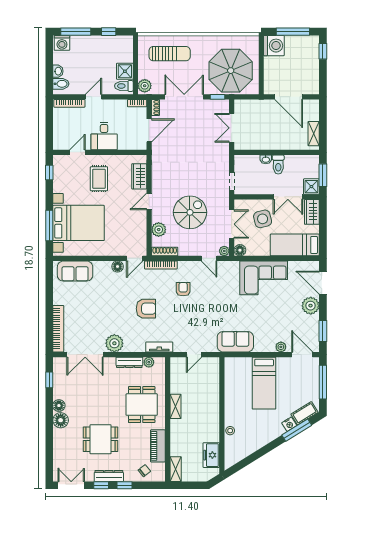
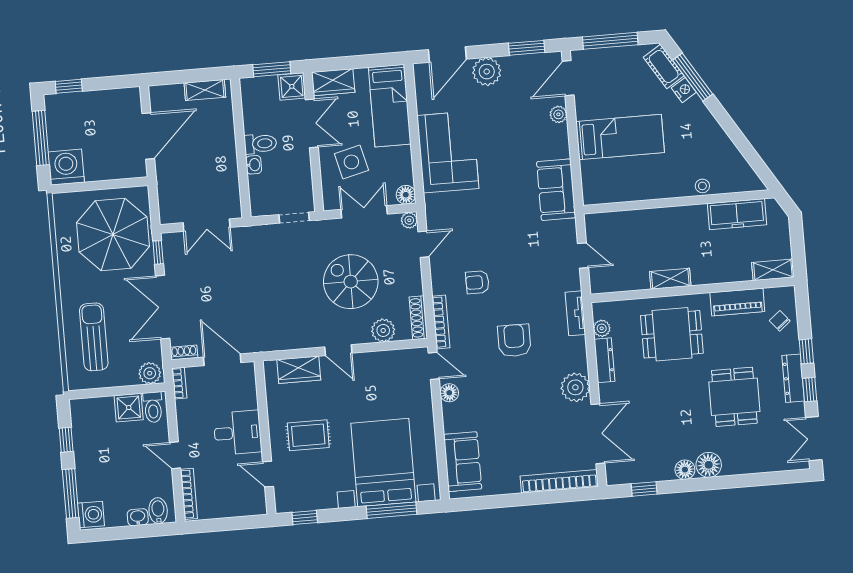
freezer: (211, 455) -> (737, 214), width x1.40

